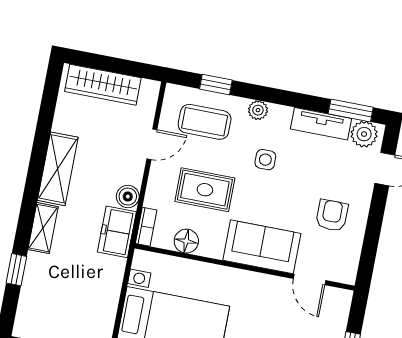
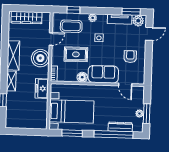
boiler: (128, 197) -> (40, 58), width x1.86, depth x1.86
freezer: (117, 232) -> (42, 88), moved
floor lamp: (186, 241) -> (82, 77), moved

